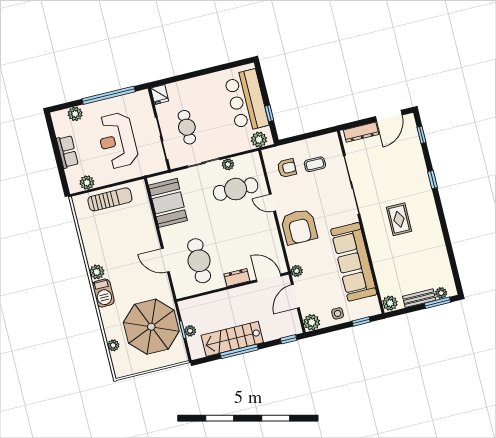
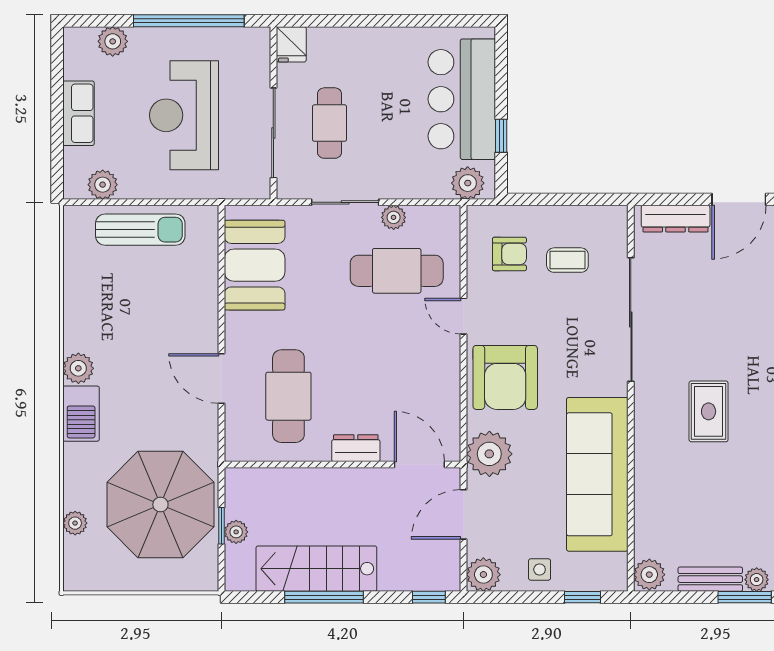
plant: (297, 271) -> (489, 454), width x1.87, depth x1.87

